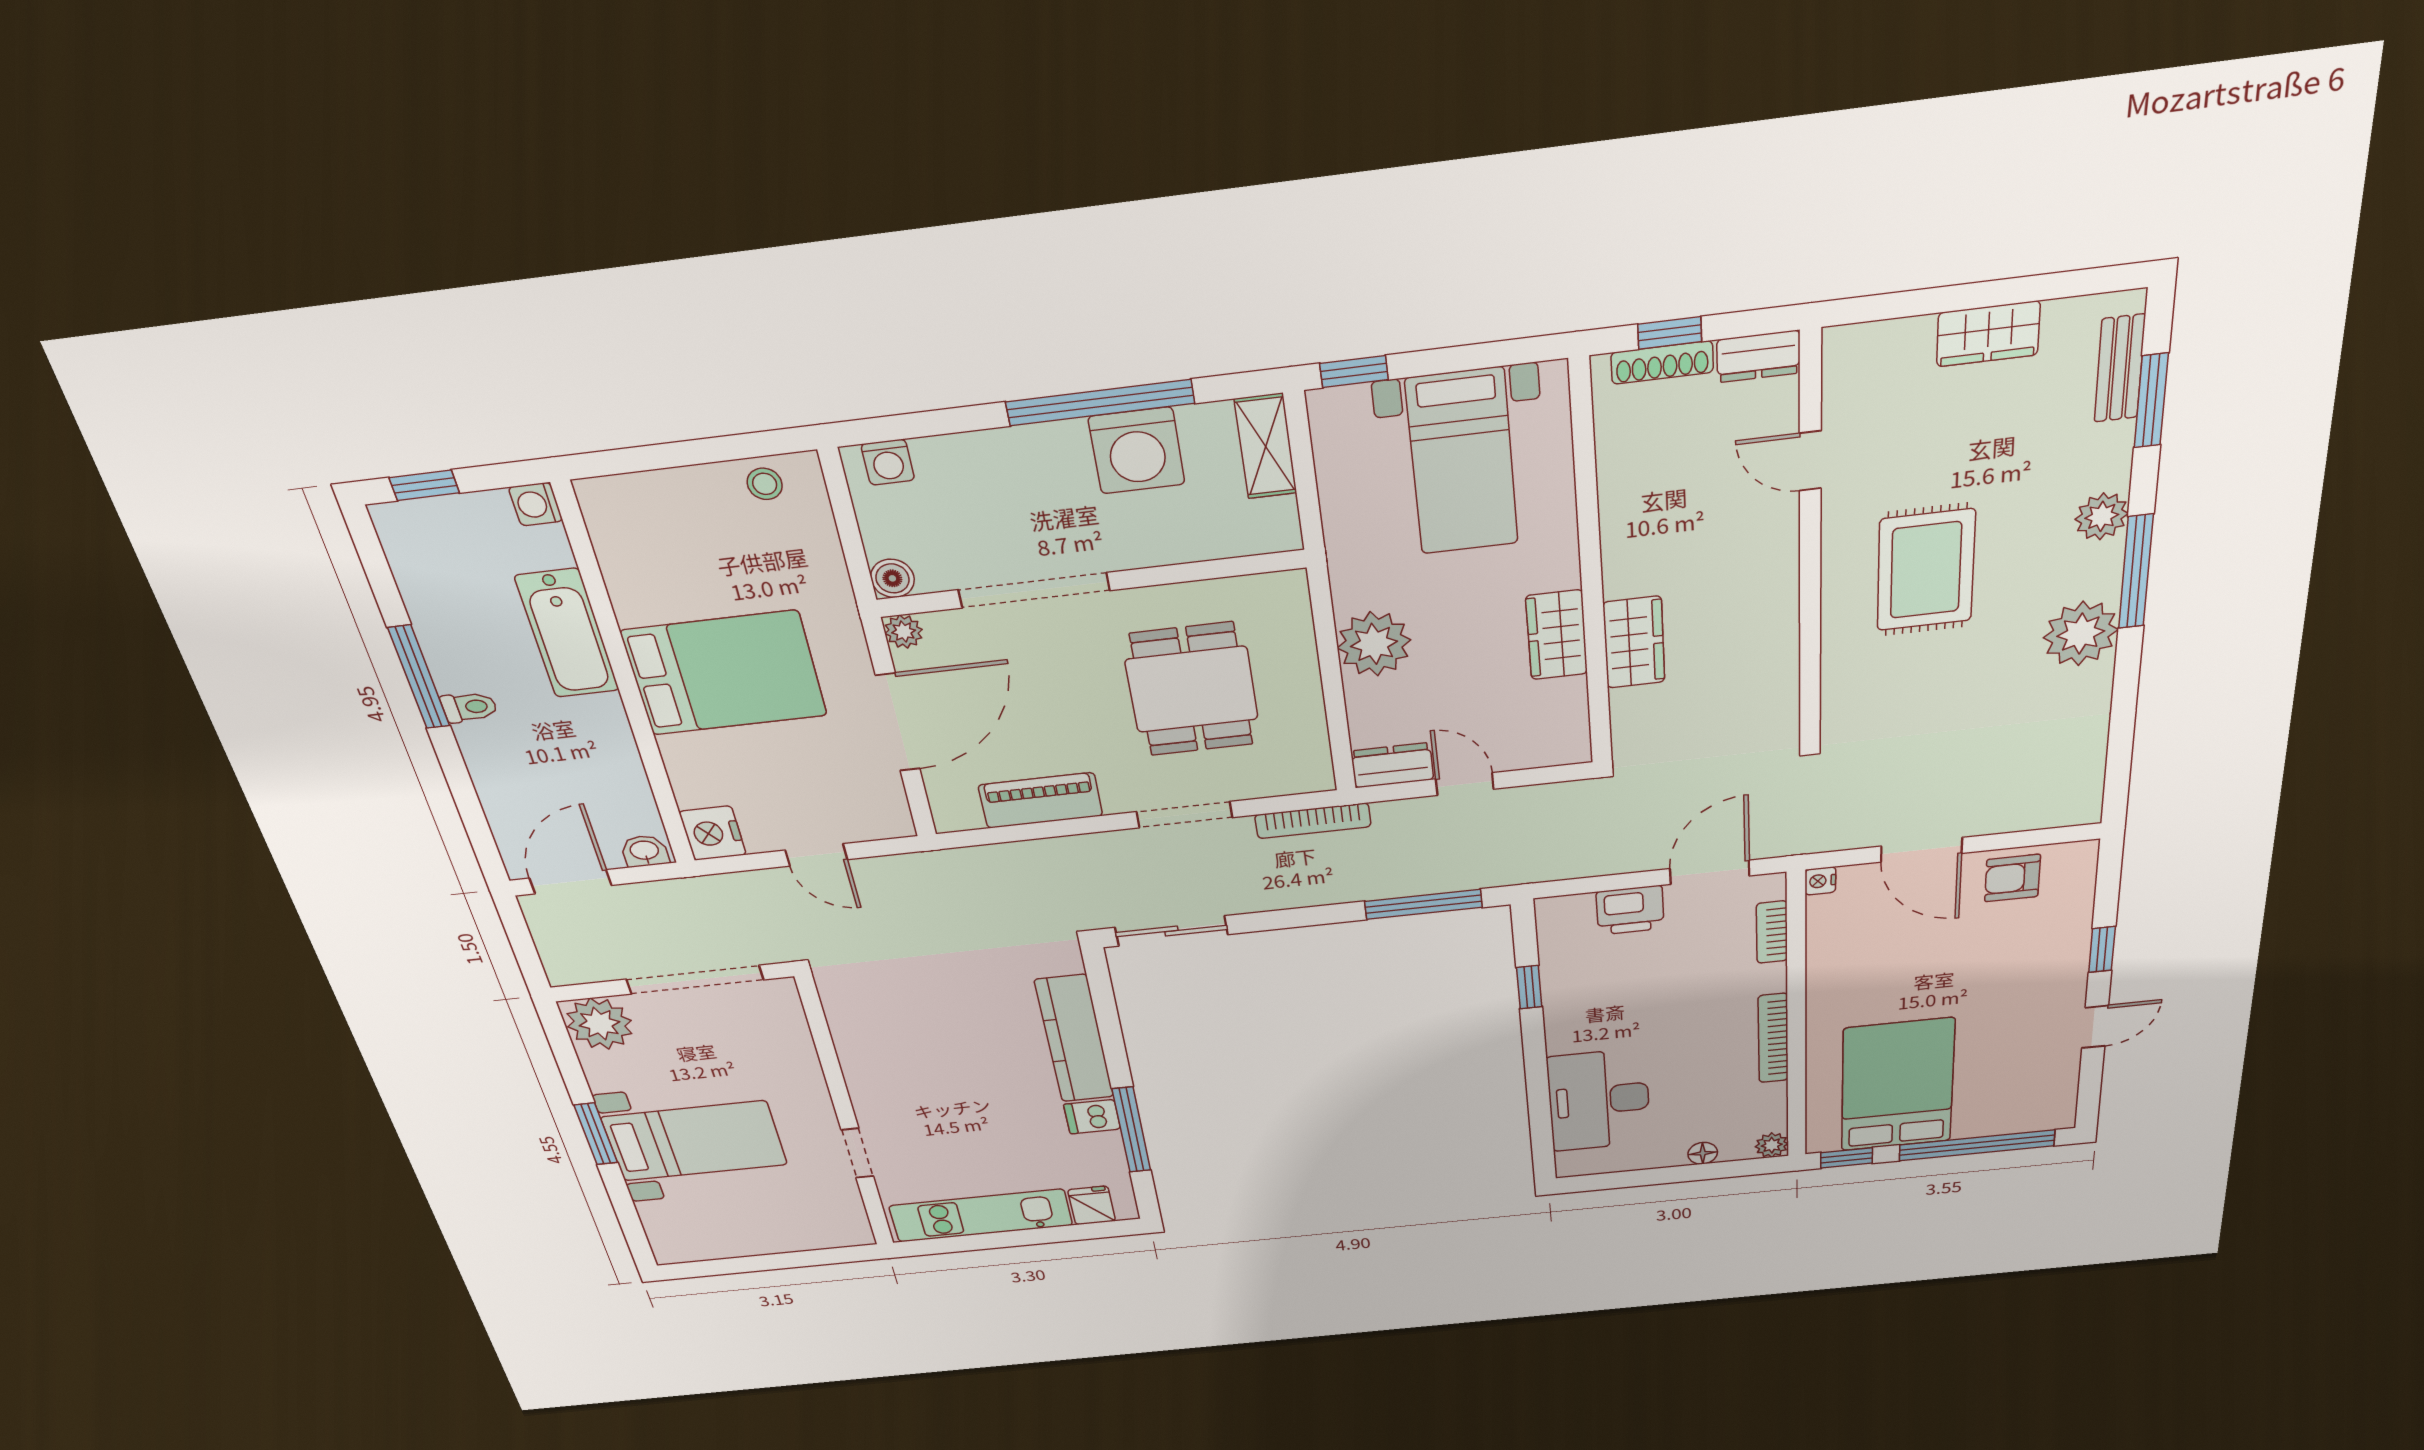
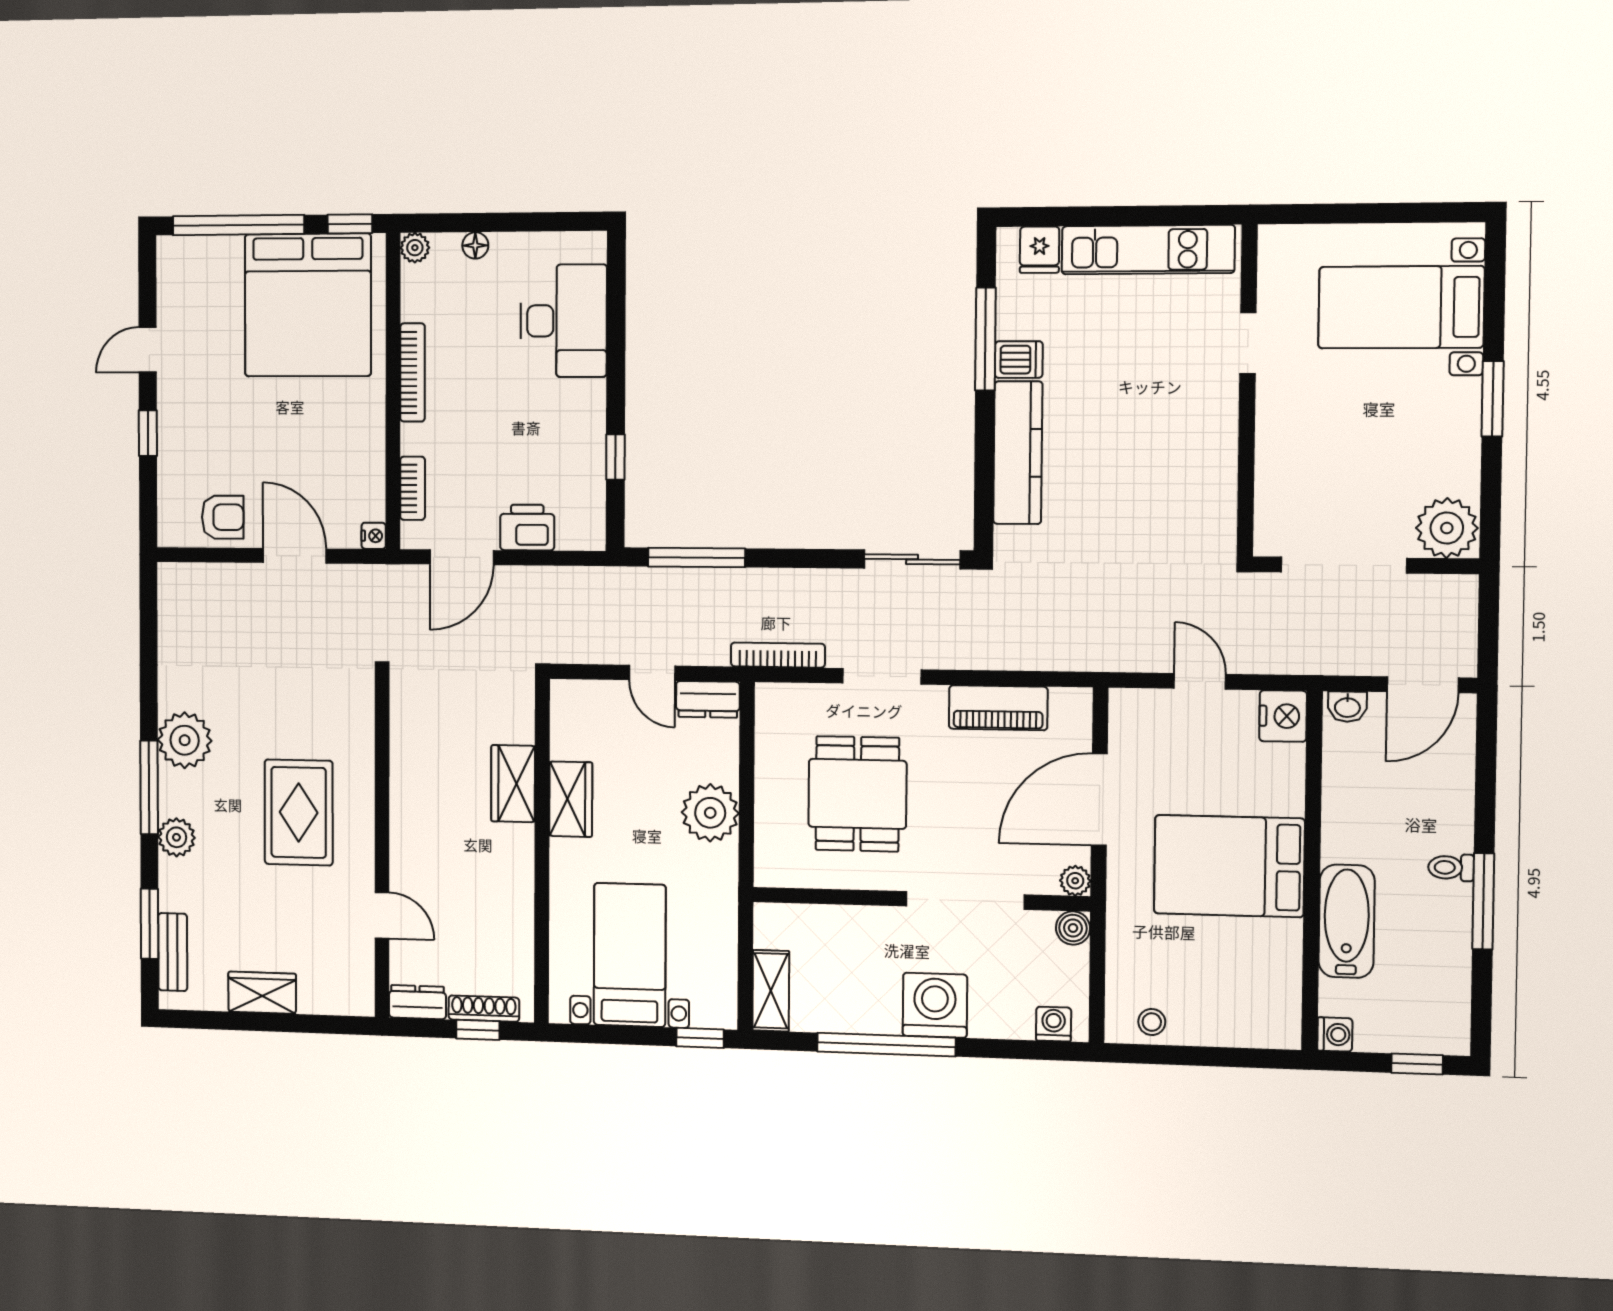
washing machine: (1137, 451) -> (935, 1005), moved
bed: (1897, 1085) -> (308, 305), width x1.36
bed with nightstands: (694, 1141) -> (1401, 307), moved

